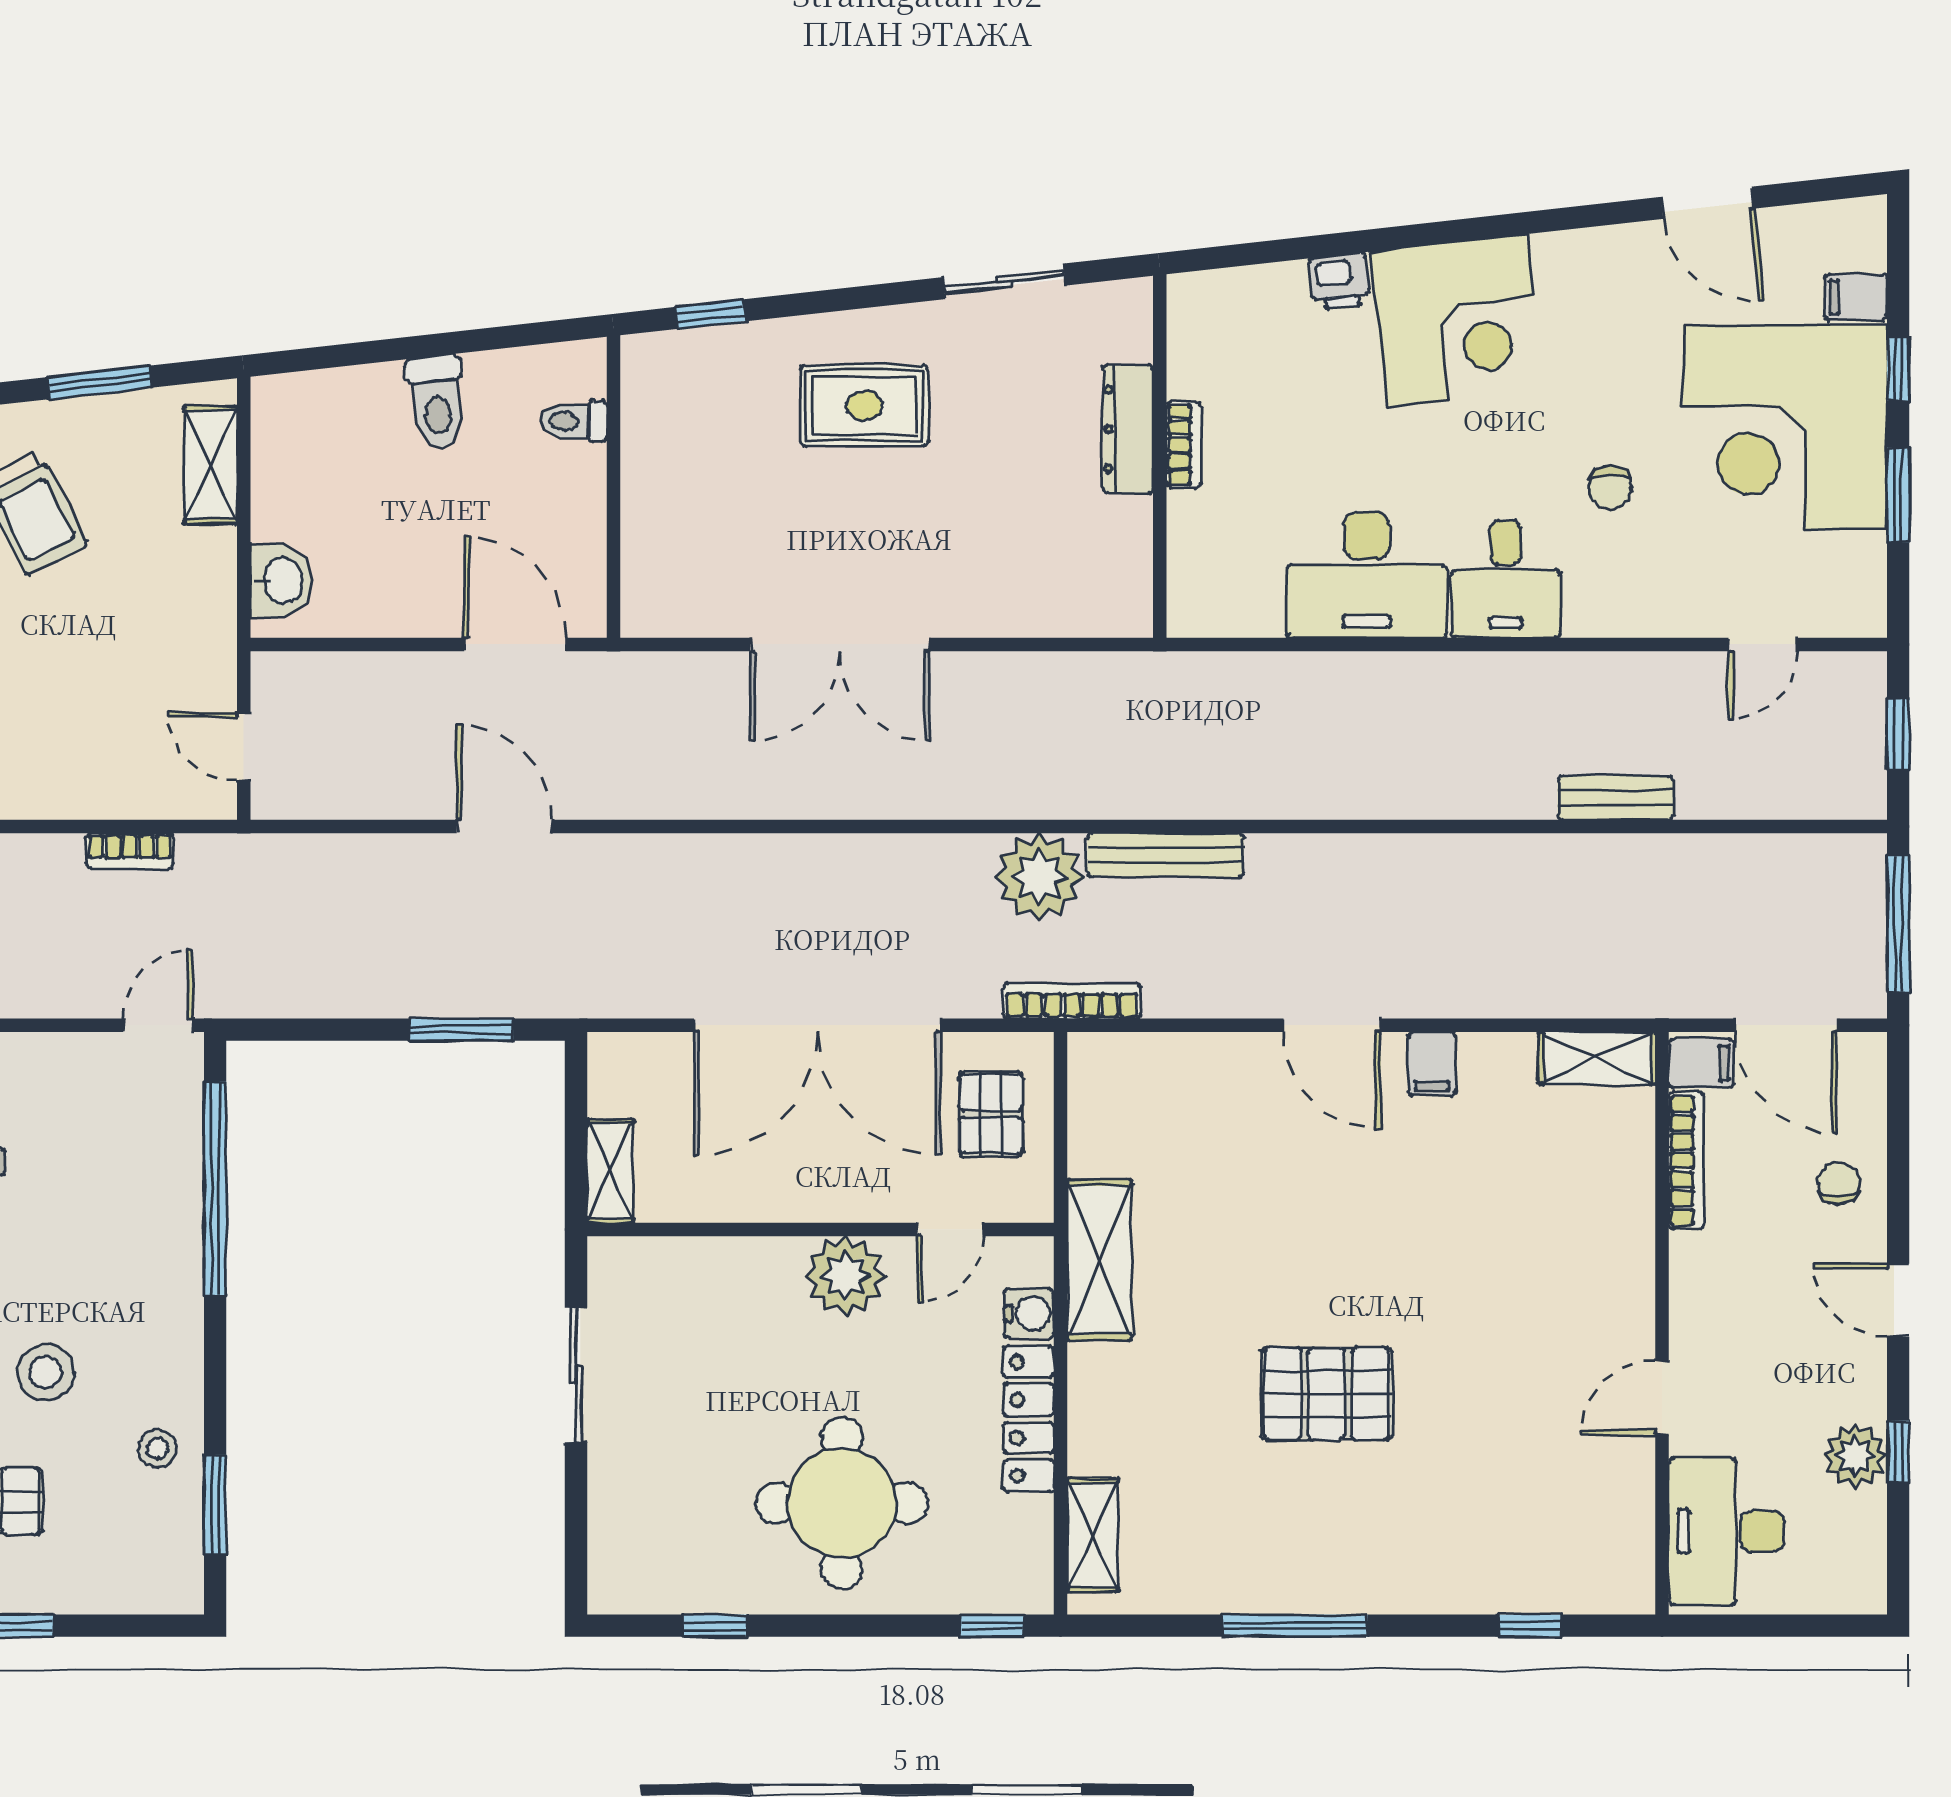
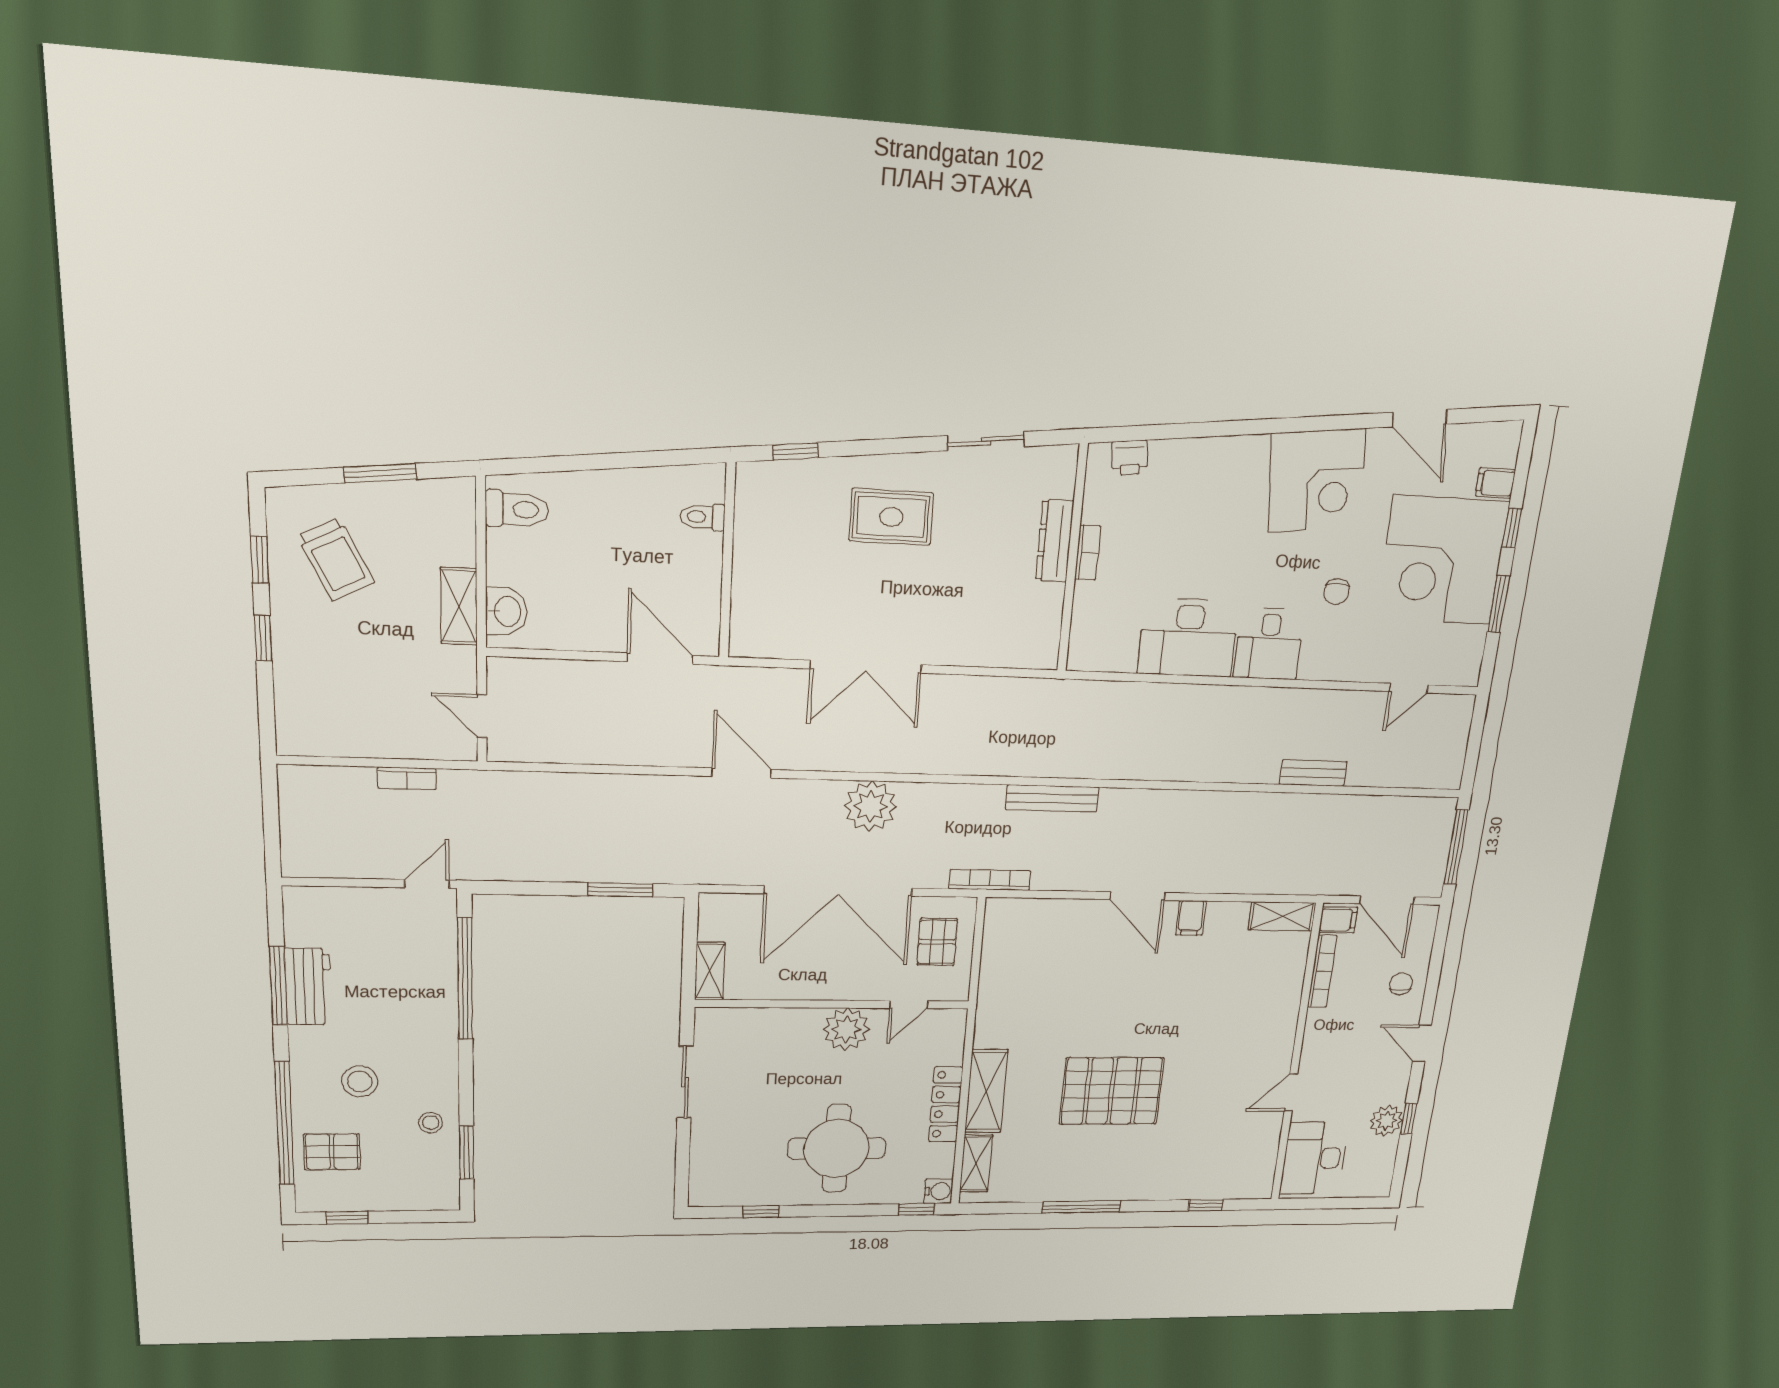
printer: (1340, 281) -> (1130, 458), moved
corner desk: (1457, 321) -> (1317, 481), moved
toilet: (436, 402) -> (517, 509), moved, turned -84
shelving: (211, 465) -> (459, 606), moved
window: (1898, 734) -> (1474, 742), removed
door: (504, 827) -> (742, 773), moved
plant: (1039, 877) -> (871, 806), moved
shelving: (1099, 1260) -> (986, 1091), moved
water cooler: (1029, 1314) -> (938, 1191), moved
pallet: (1326, 1394) -> (1112, 1091), width x1.37, depth x1.41

